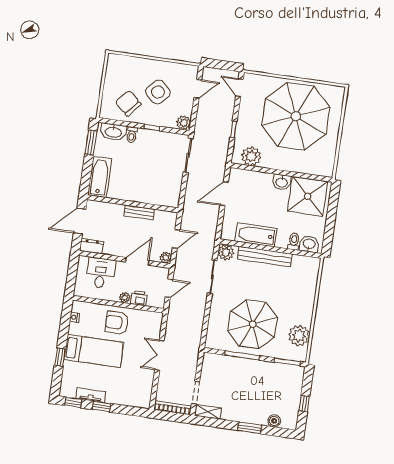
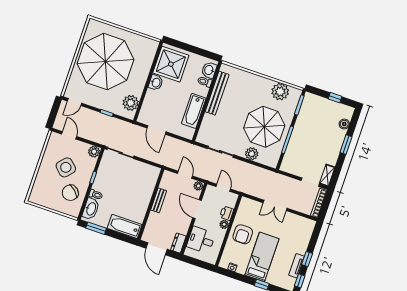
plant: (226, 252) -> (252, 154), moved
bench: (265, 257) -> (217, 93), moved

